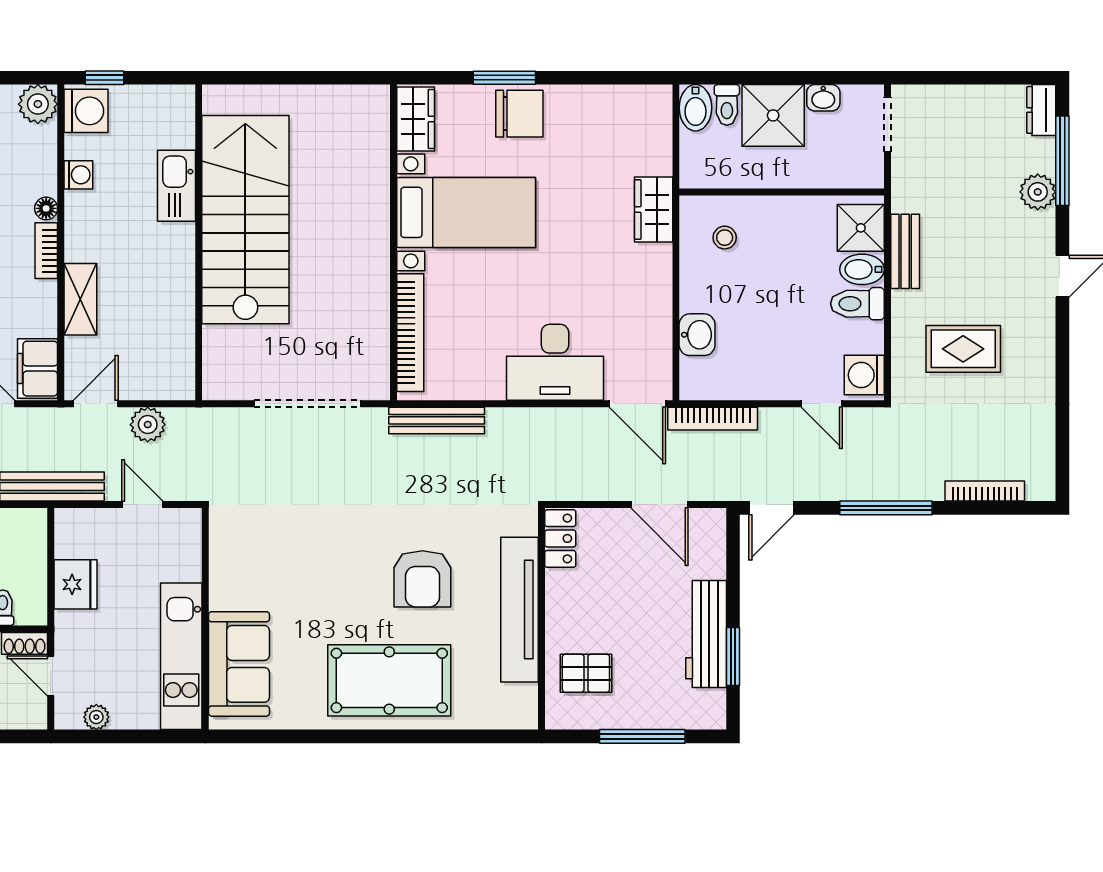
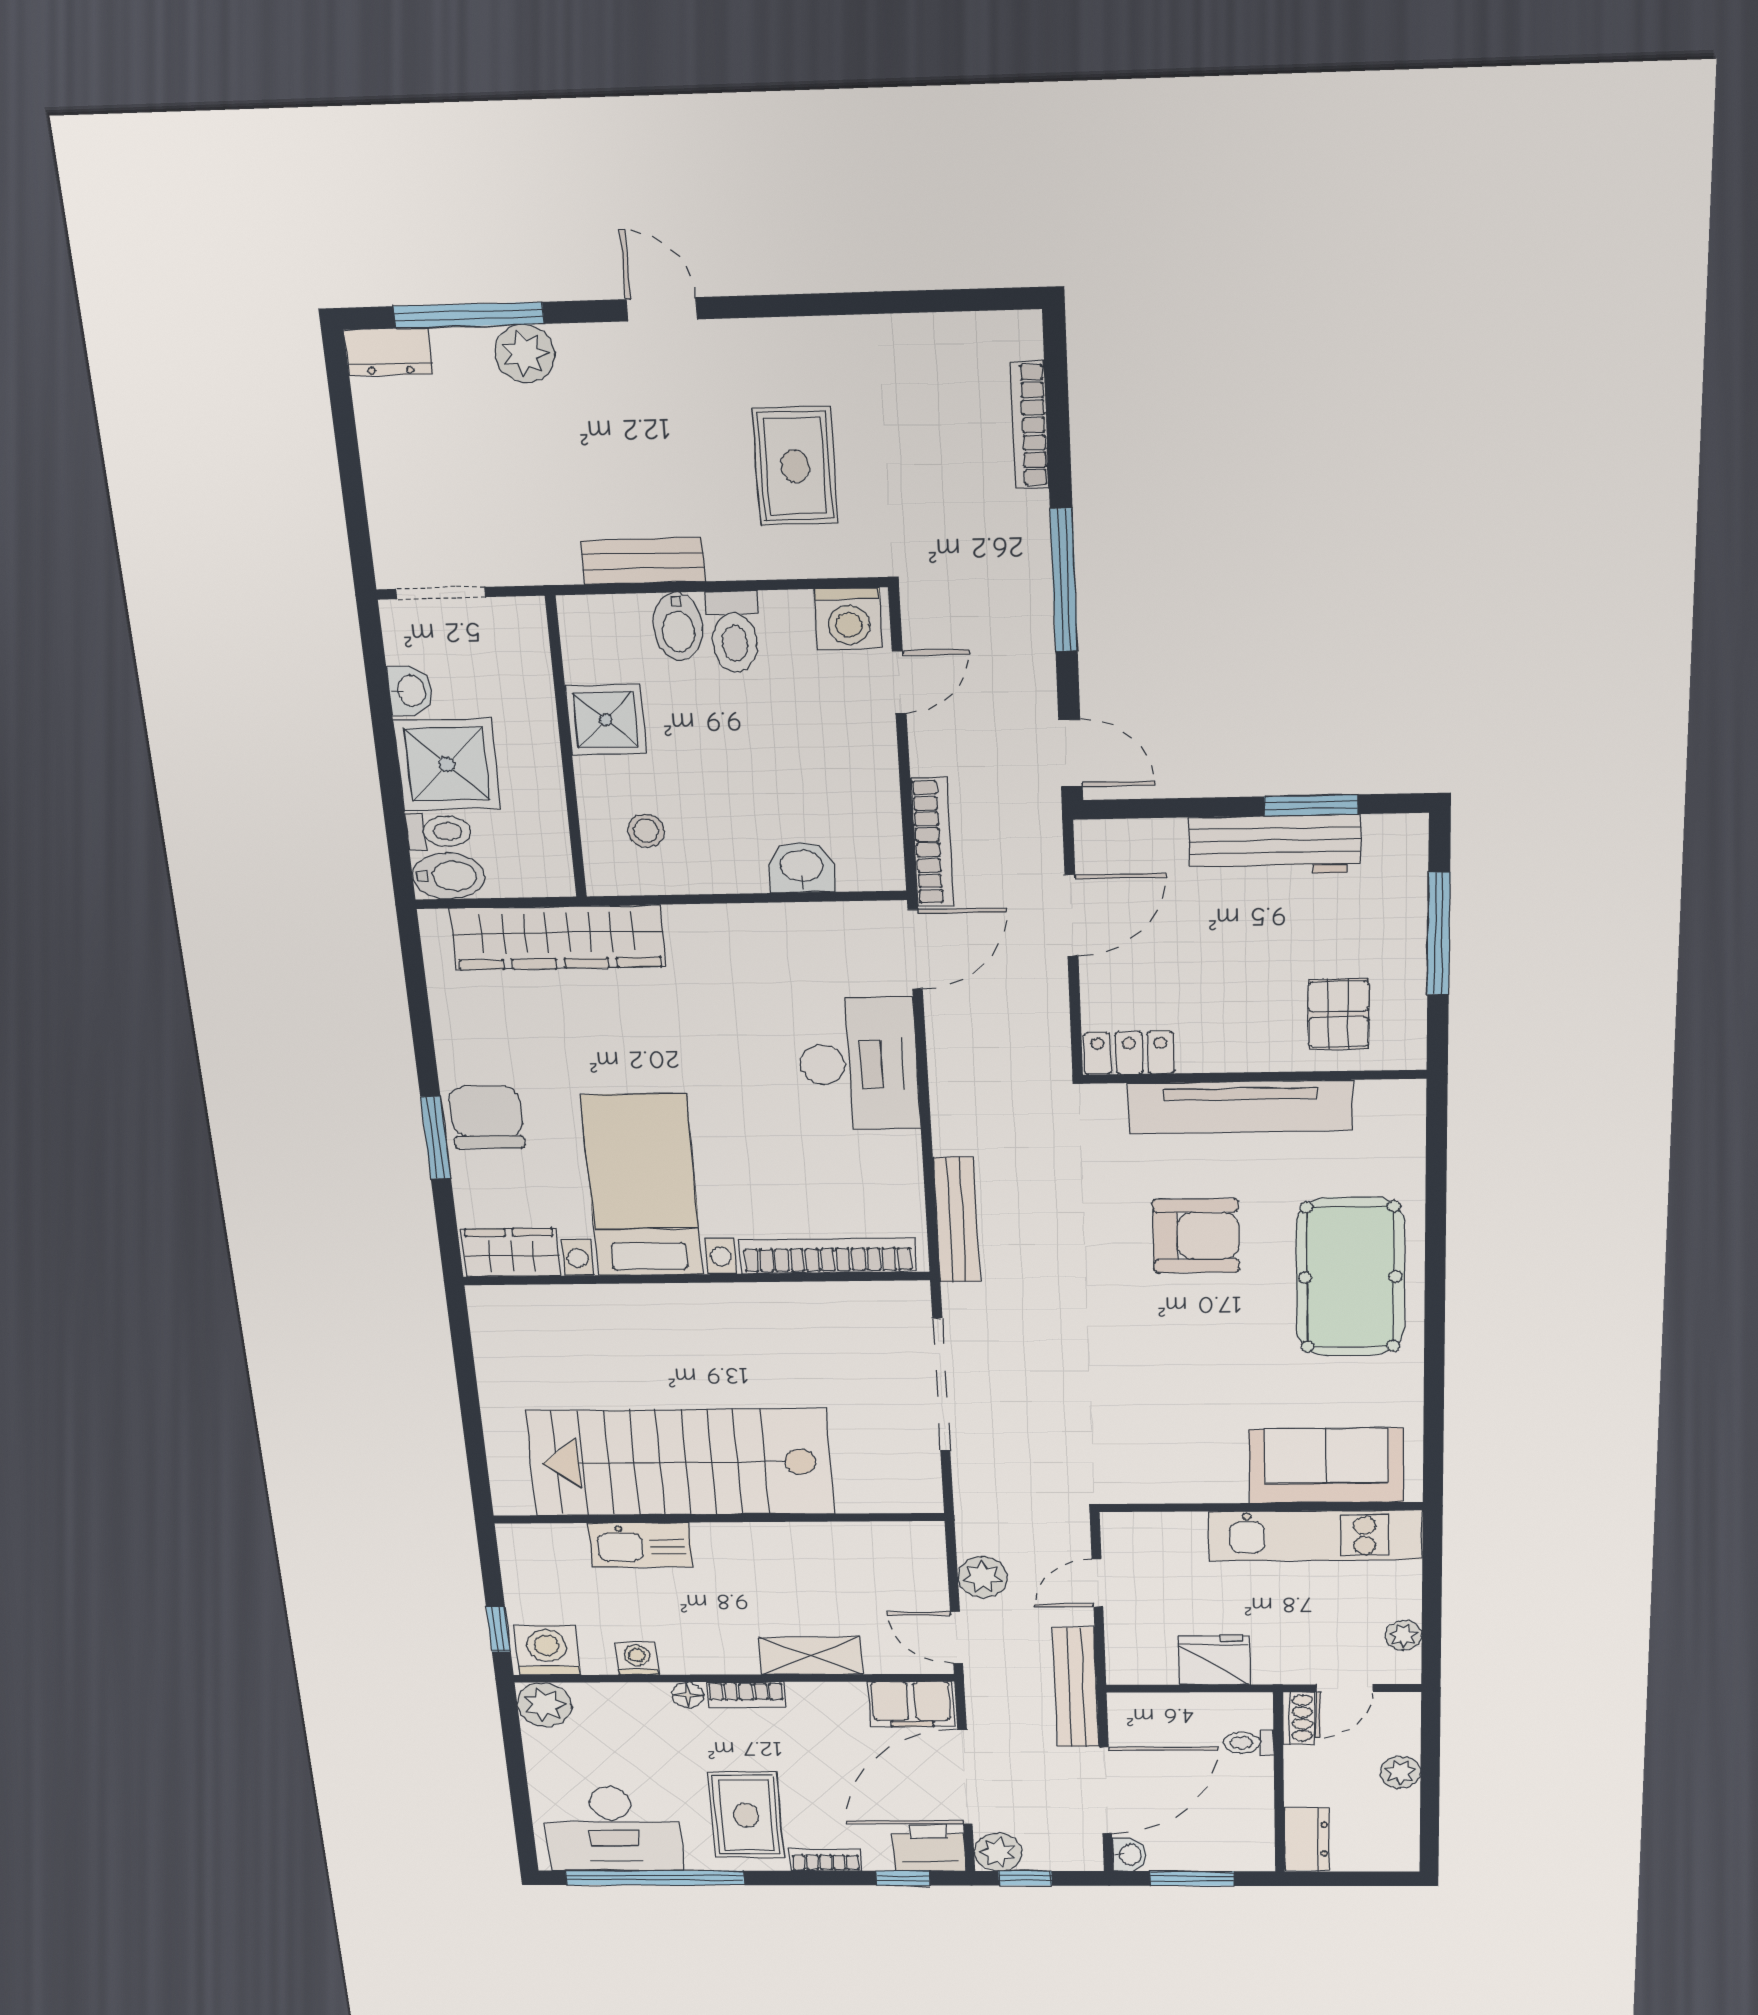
wardrobe: (654, 210) -> (558, 938), width x2.10, depth x1.17
shower: (861, 228) -> (606, 720), moved

